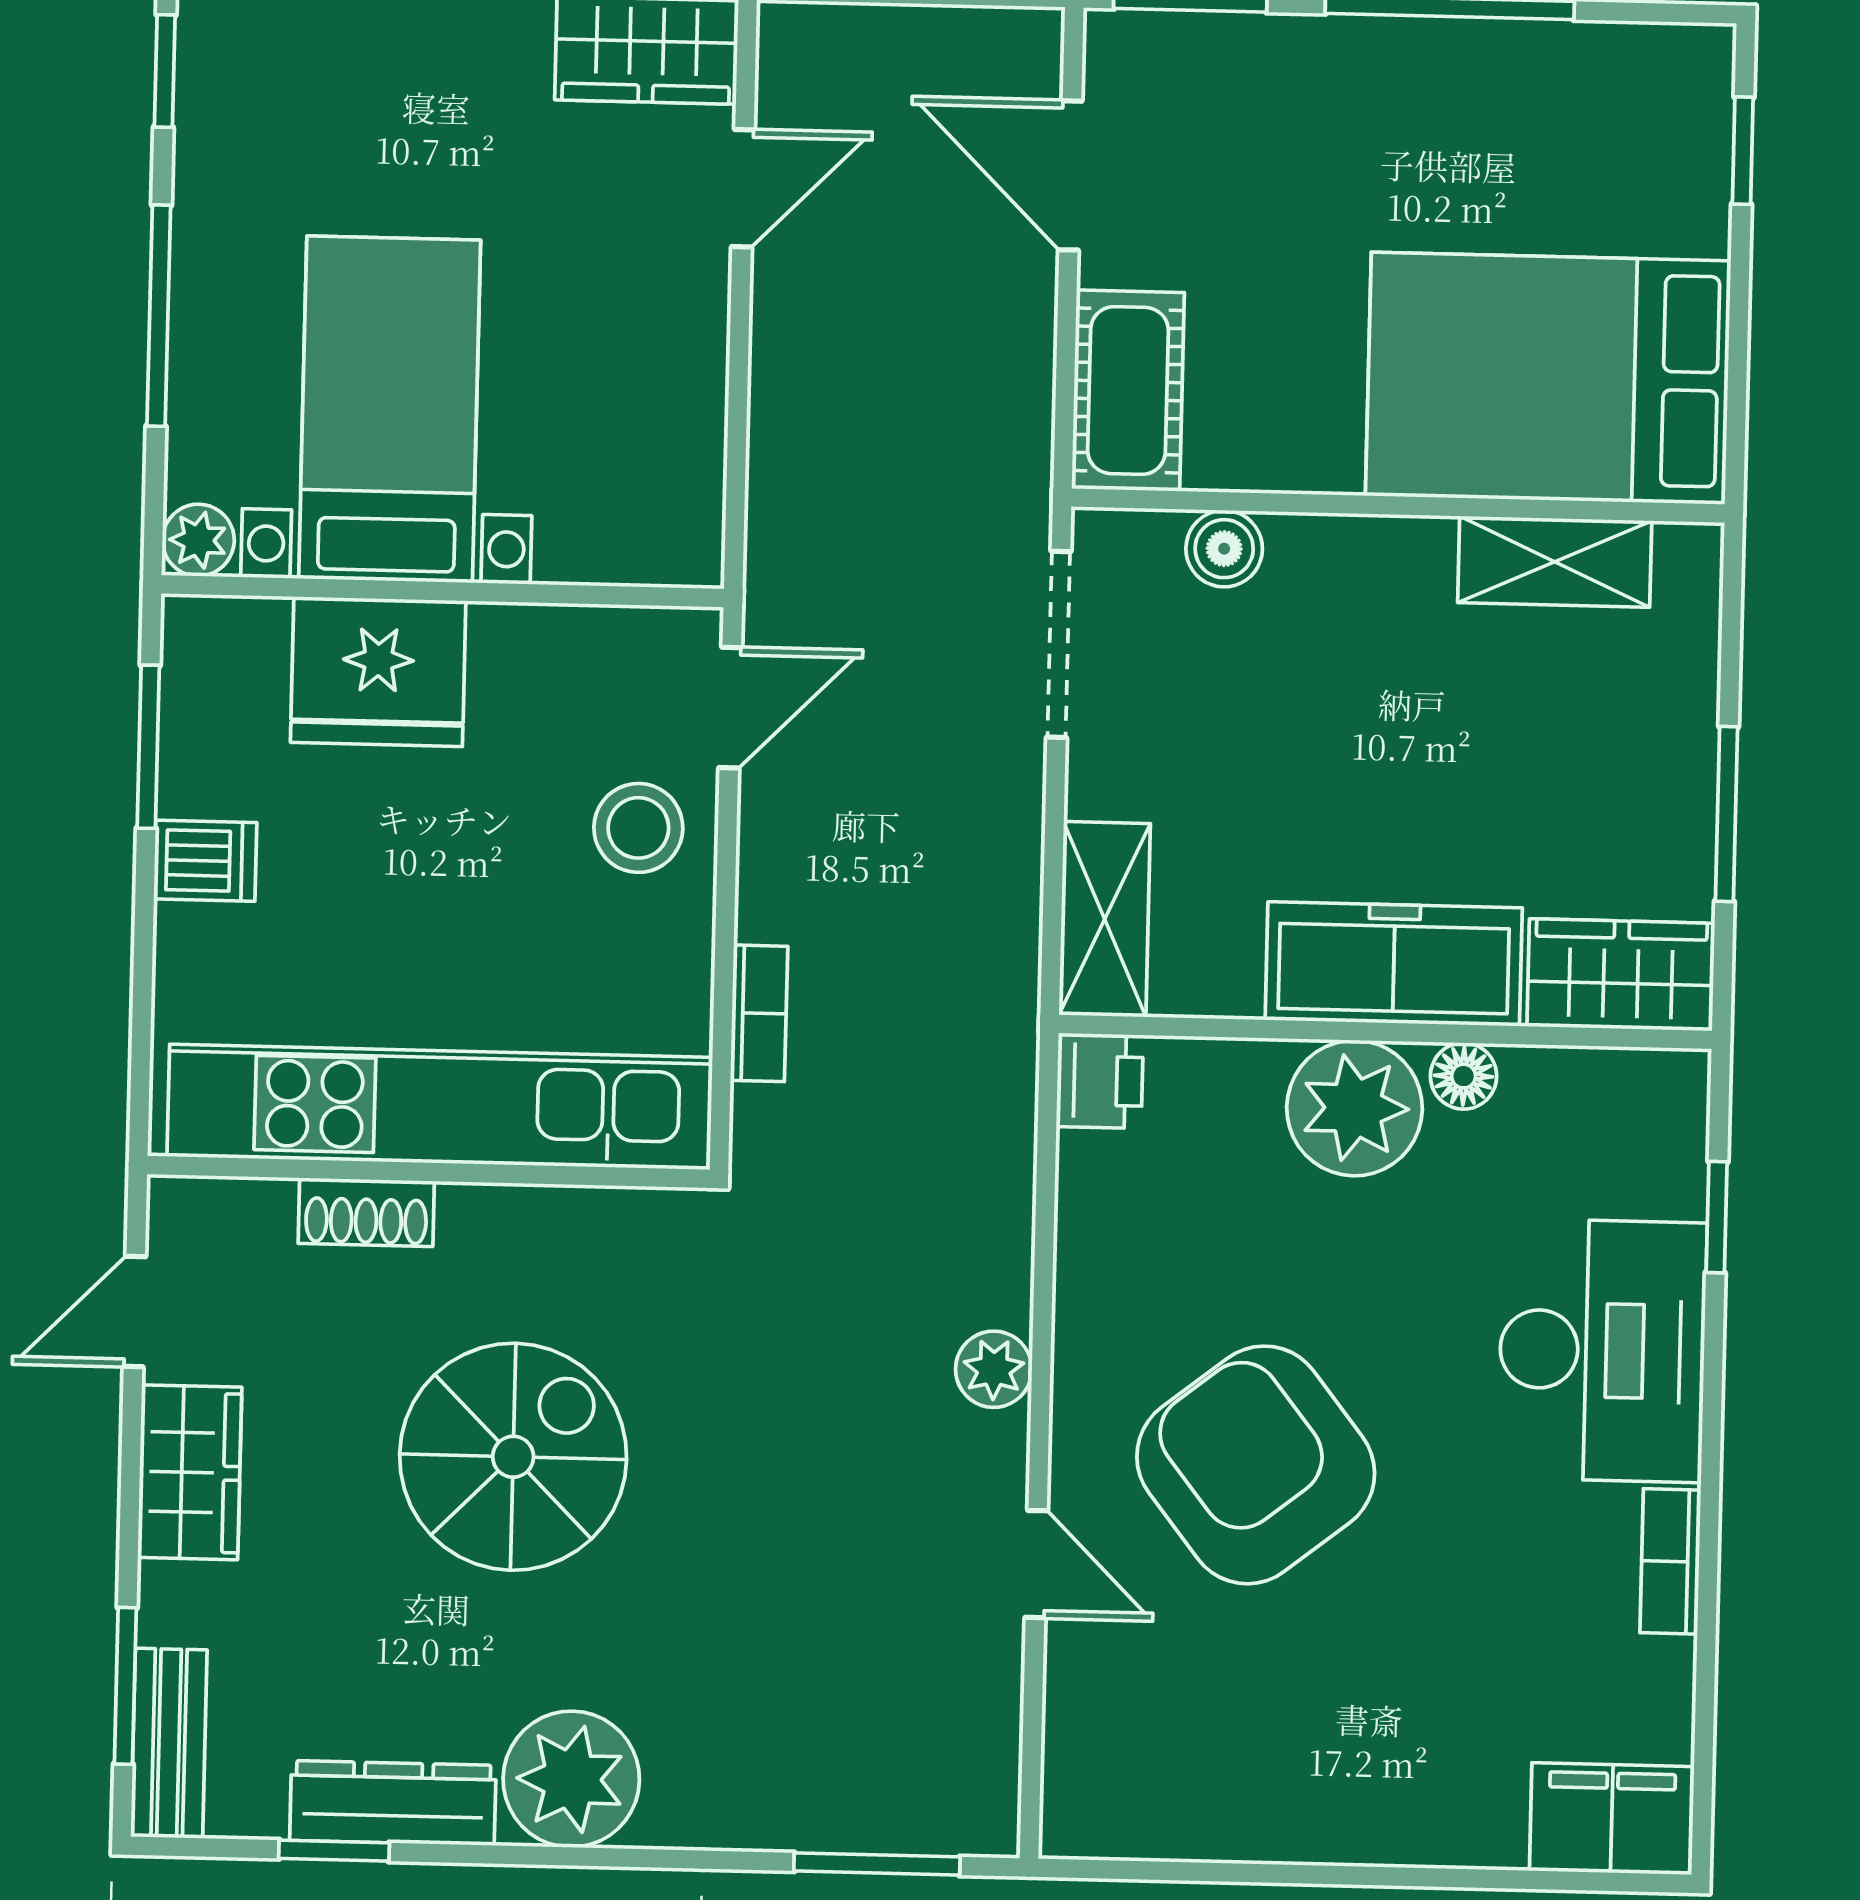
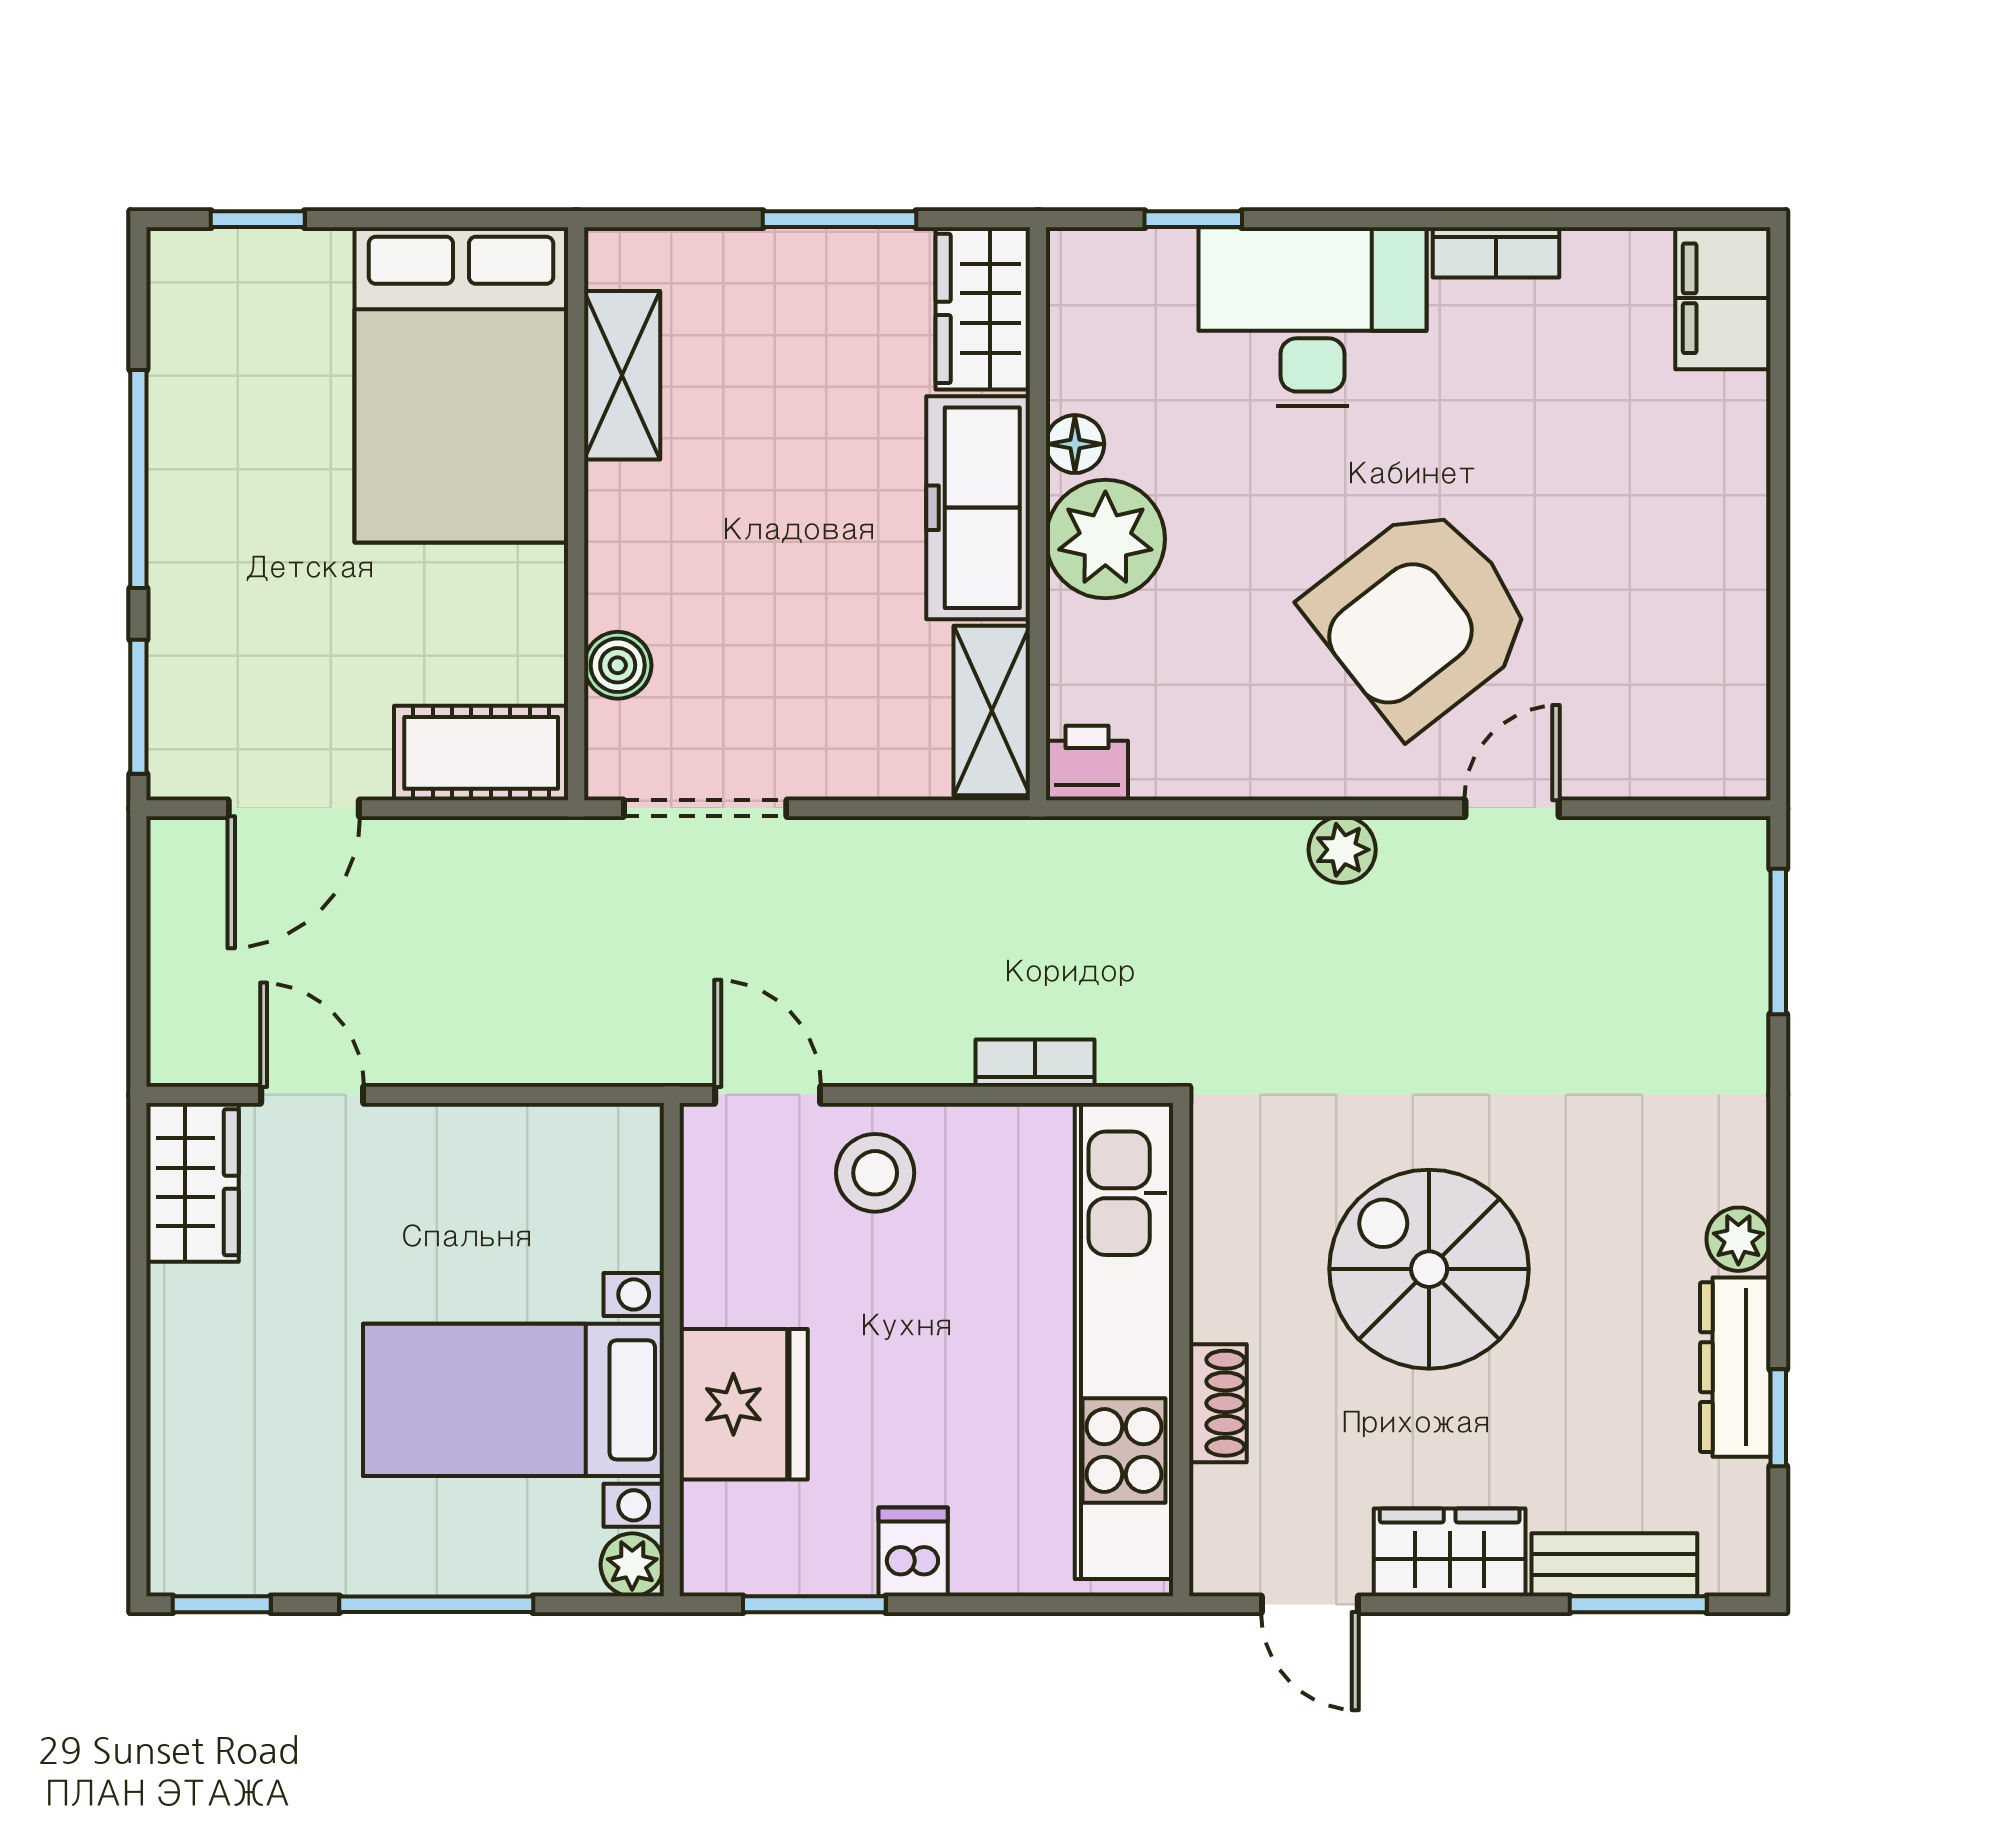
shelving: (1105, 919) -> (992, 711), moved, turned 90
bench: (169, 1743) -> (1614, 1565), moved
plant: (571, 1779) -> (1738, 1239), width x0.53, depth x0.53

